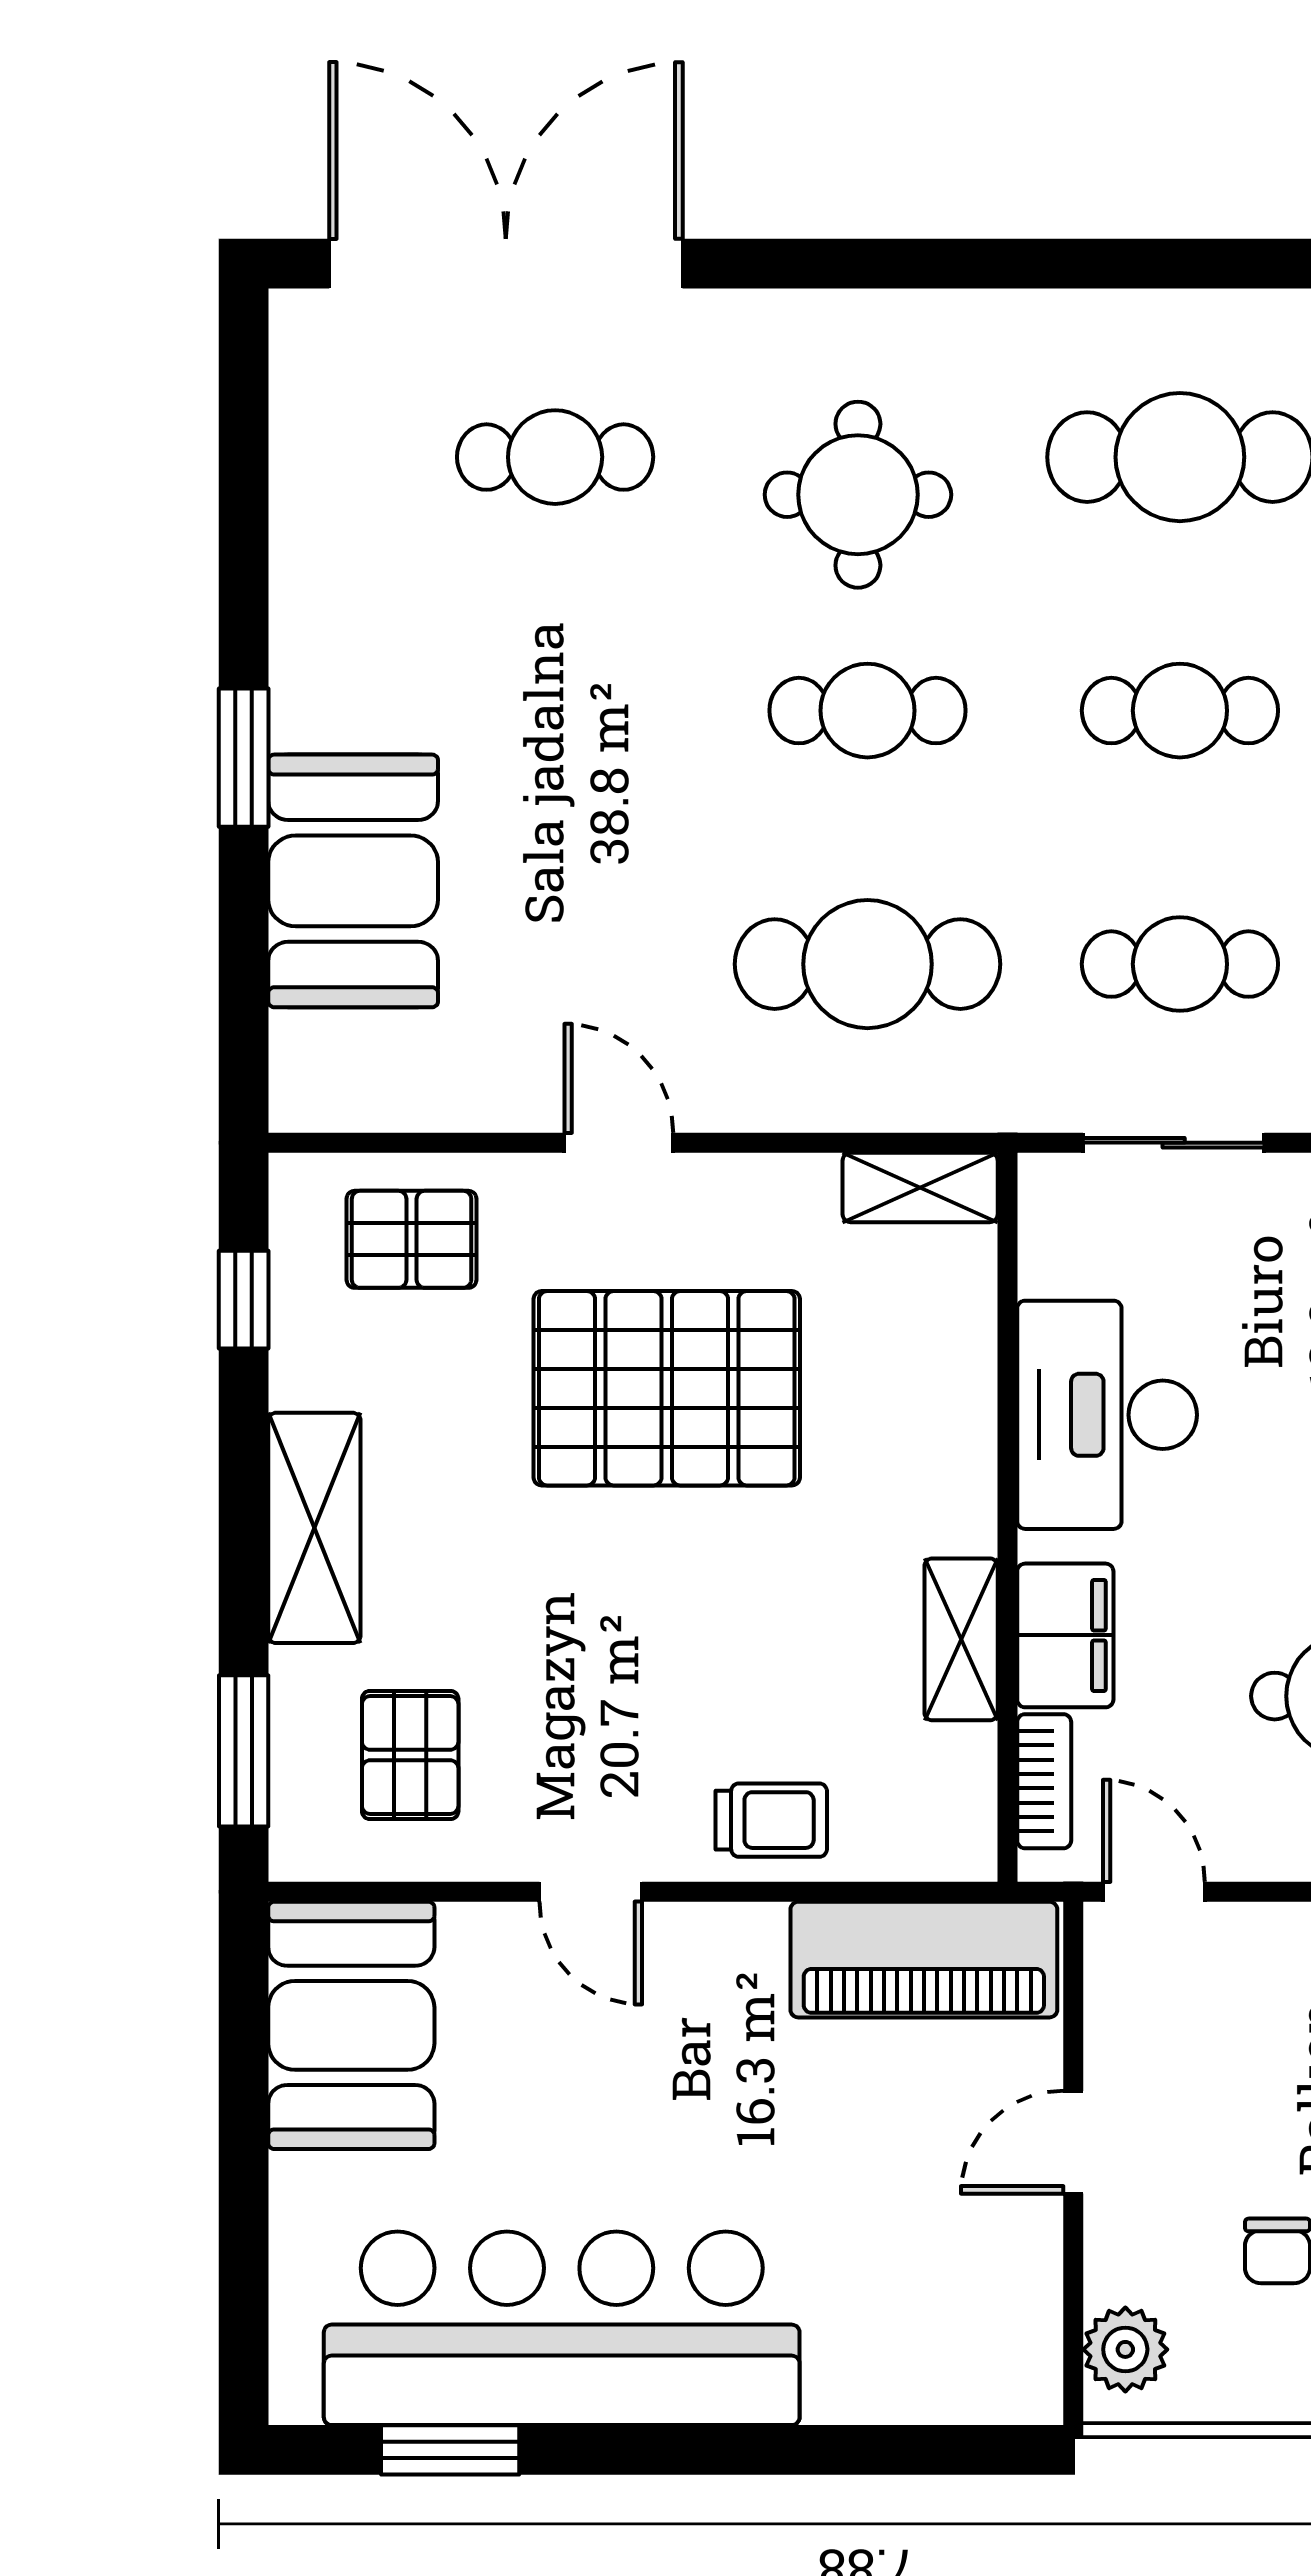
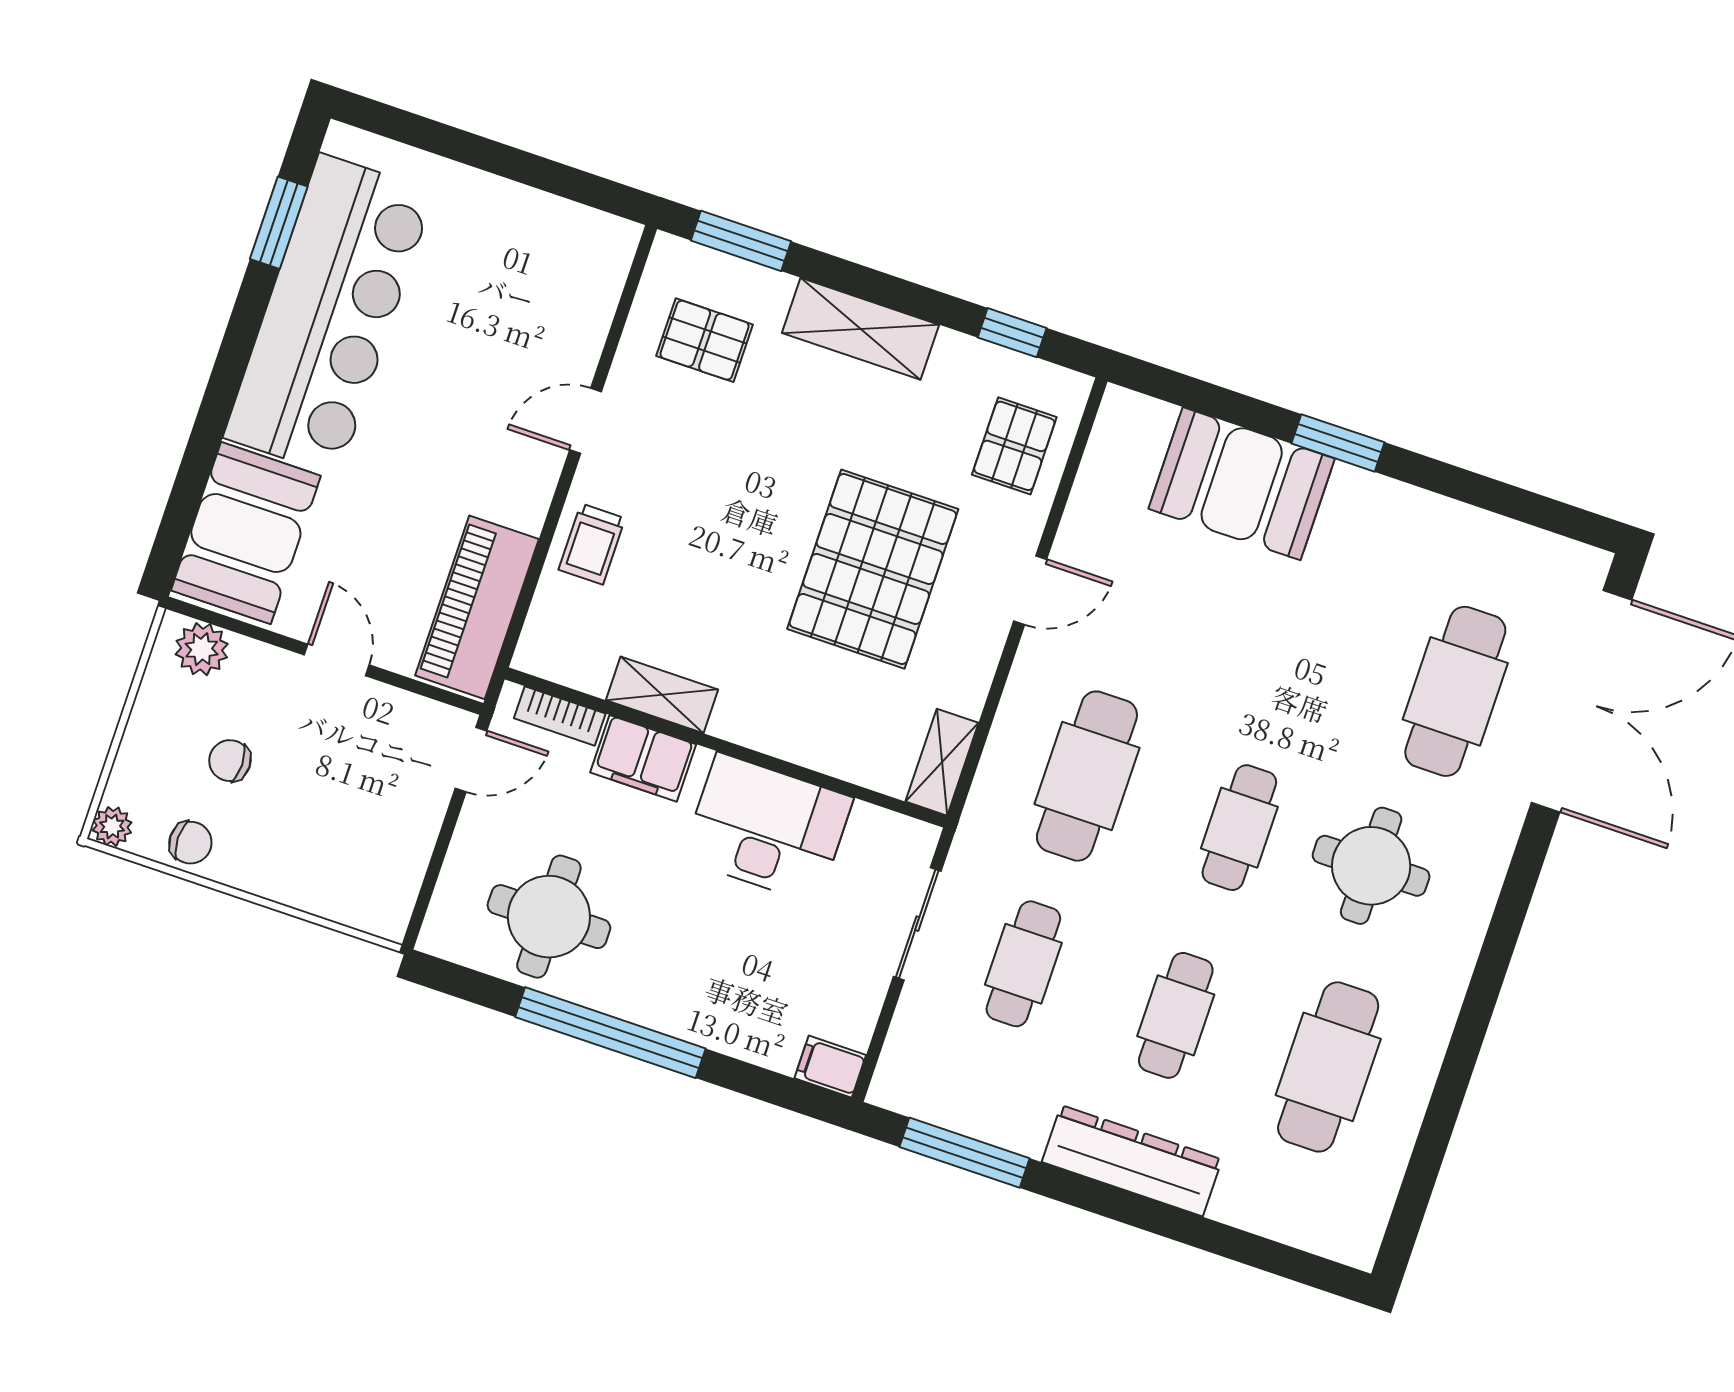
cafe table: (555, 457) -> (1455, 691), width x1.37, depth x1.35
booth: (351, 2025) -> (246, 533), moved, turned 90

